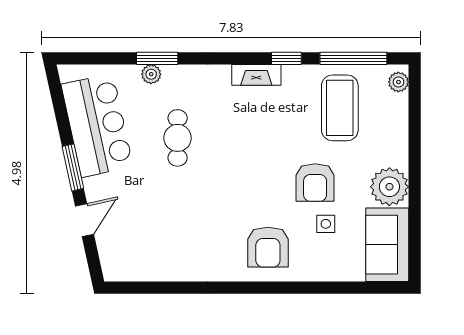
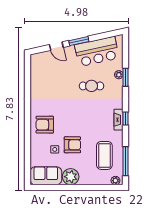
window: (286, 58) -> (126, 119), moved
coffee table: (340, 108) -> (104, 155), turned 90
armchair: (315, 183) -> (72, 145), turned 180

